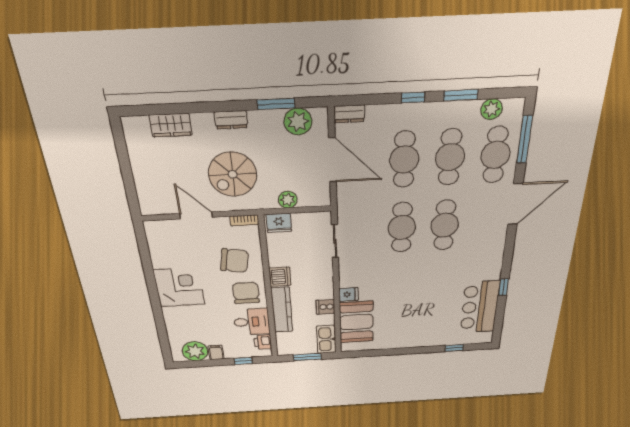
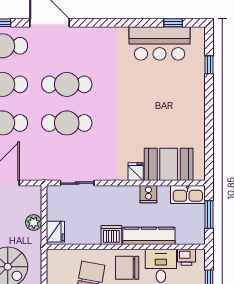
bookcase: (244, 220) -> (51, 261), removed
window: (503, 287) -> (173, 23), moved

